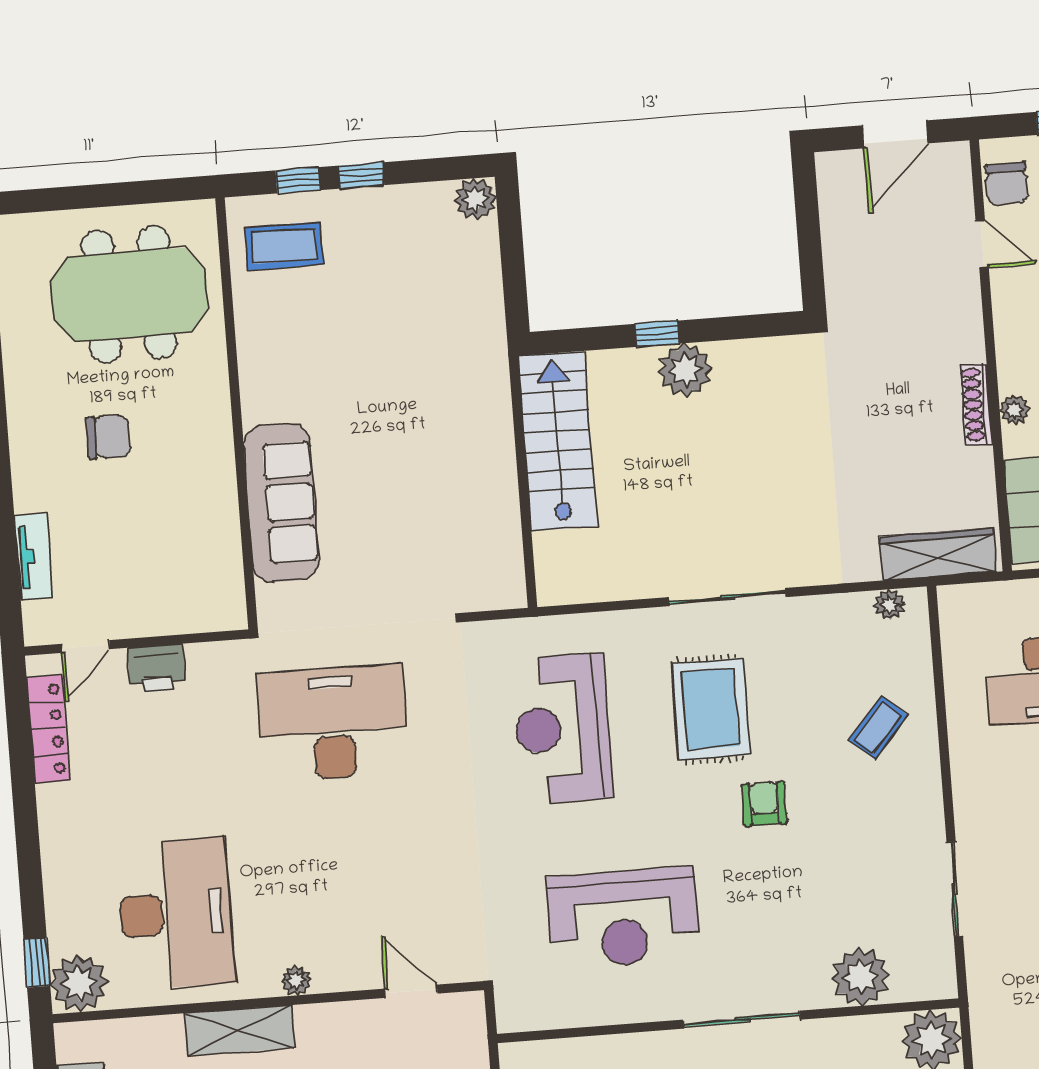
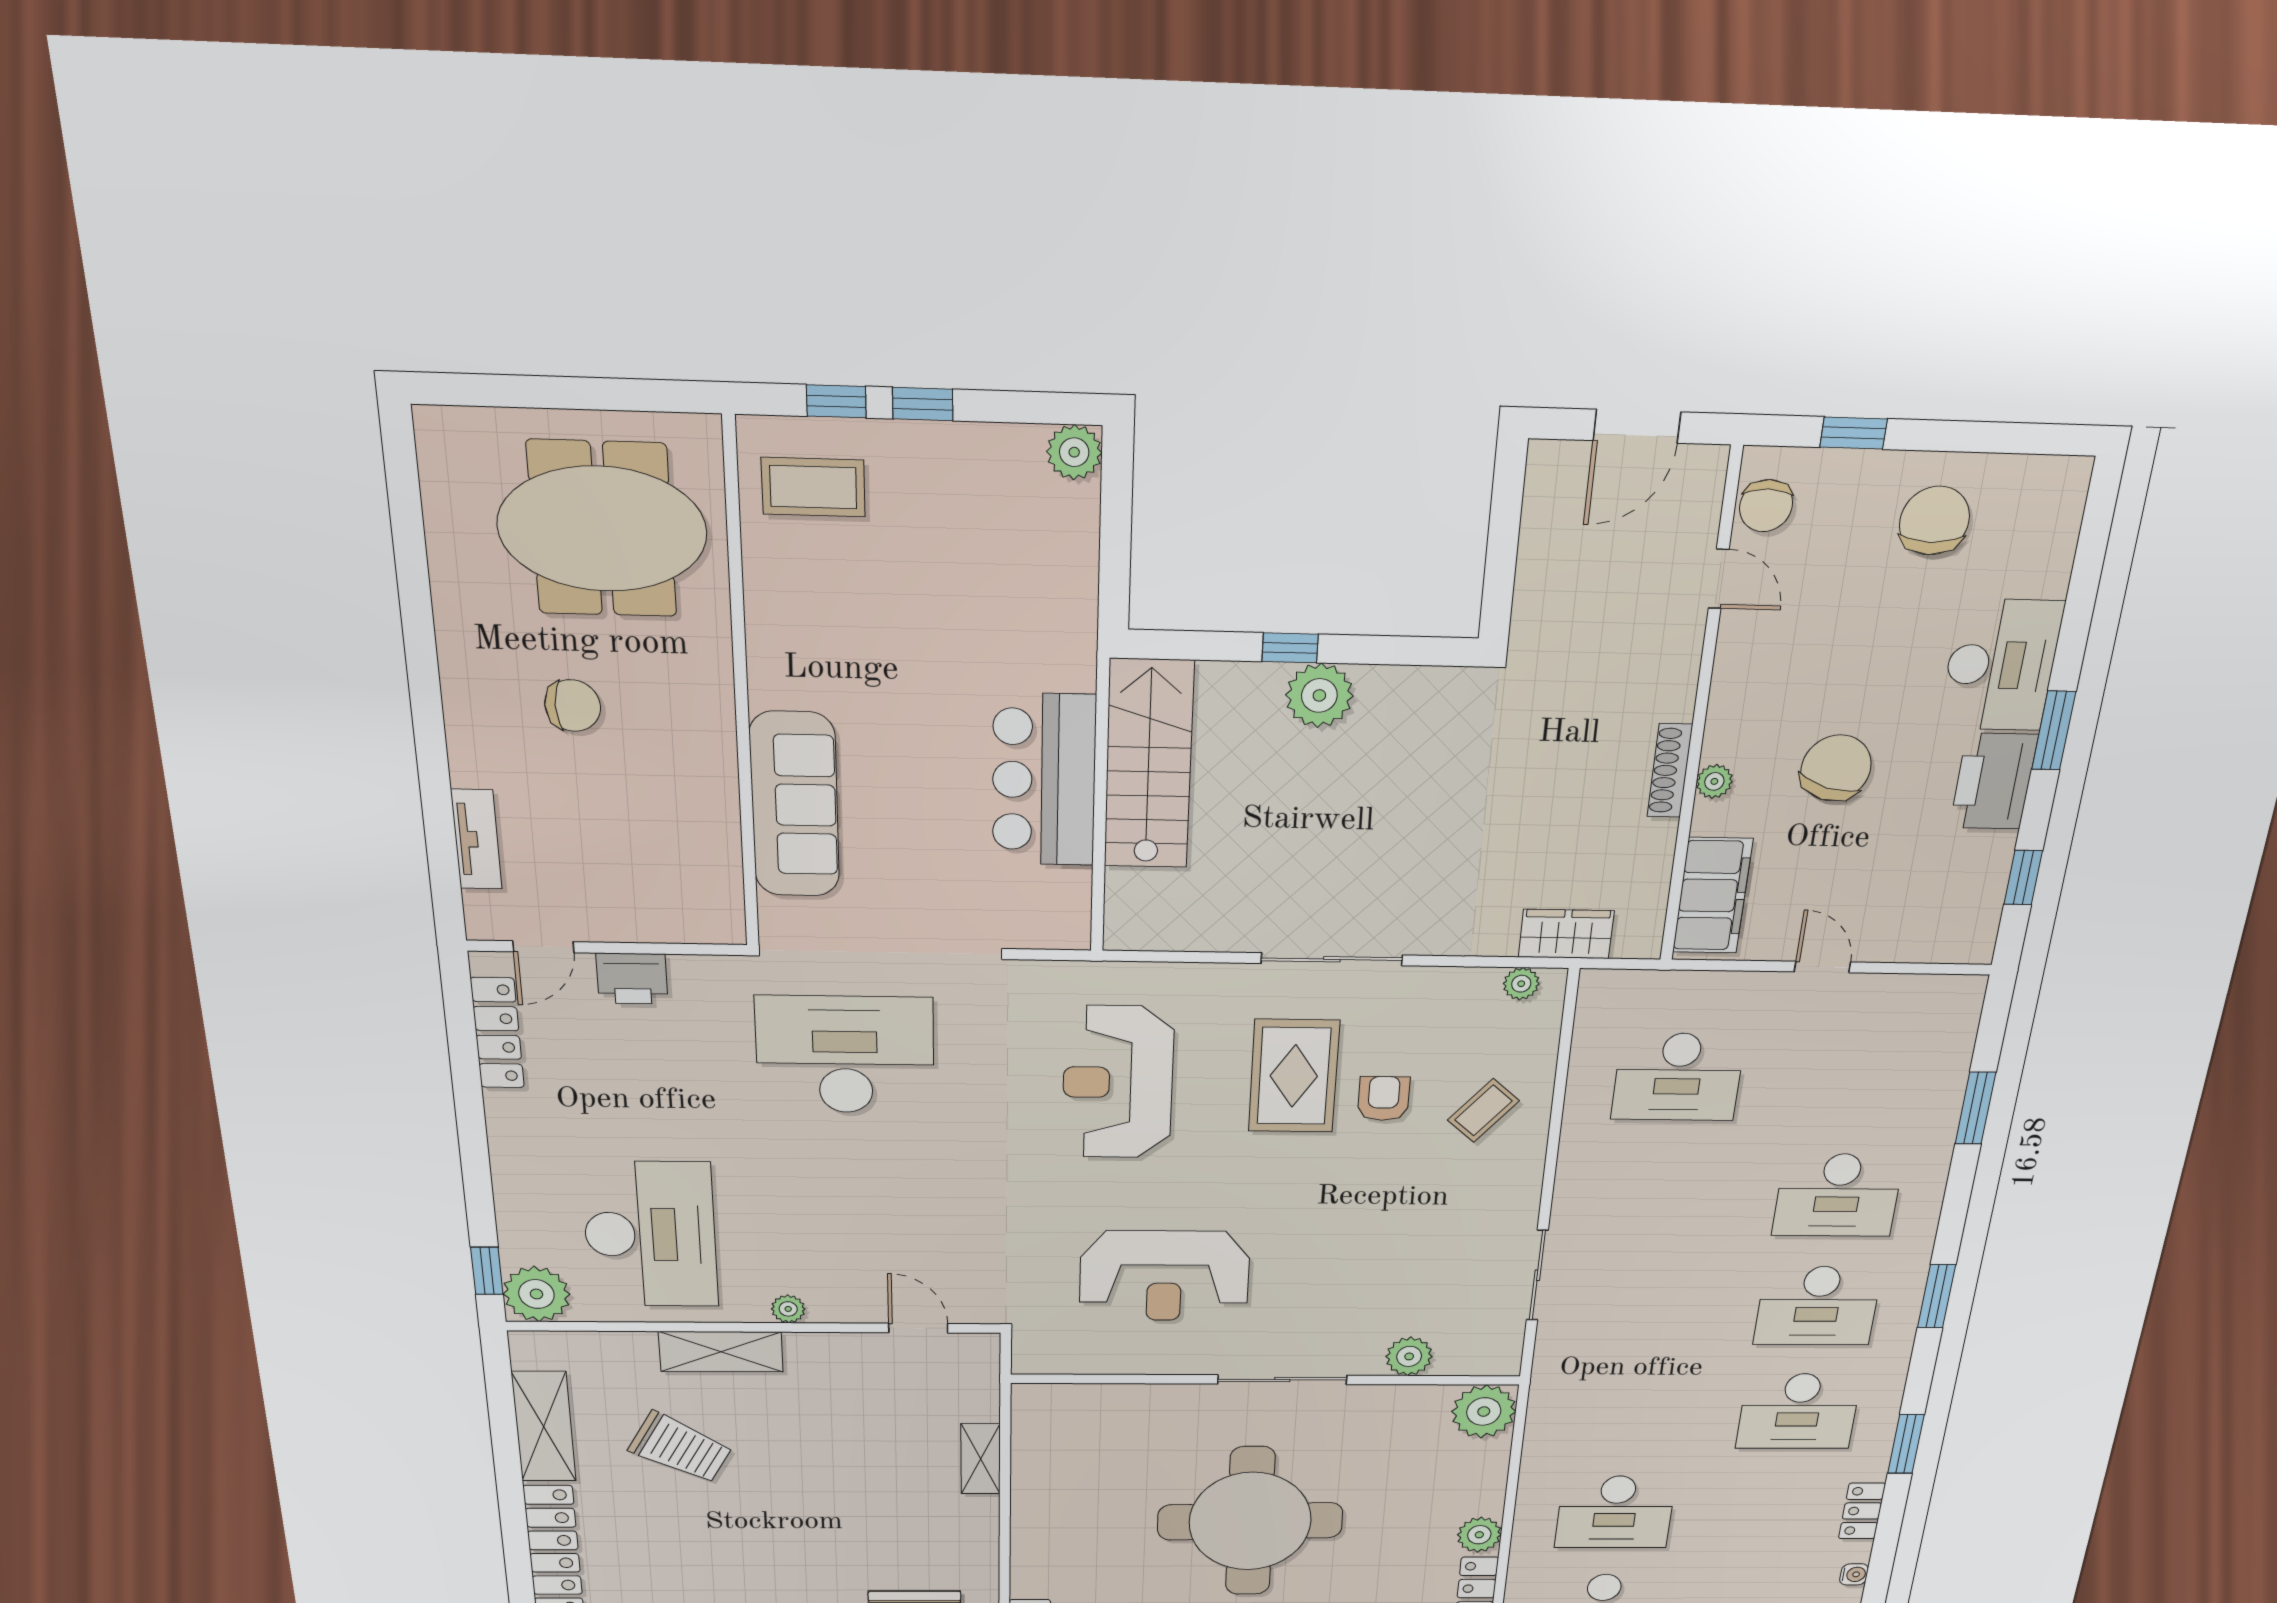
bar counter: (476, 462) -> (1044, 780), added
wardrobe: (938, 554) -> (1566, 934), width x0.67
armchair: (764, 804) -> (1384, 1098), moved
plant: (861, 977) -> (1409, 1356), width x0.73, depth x0.73

